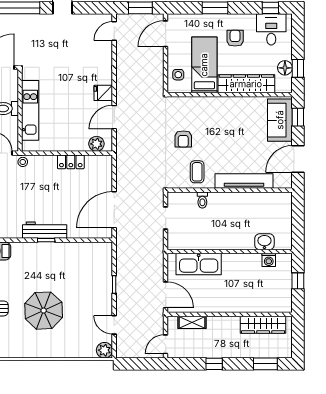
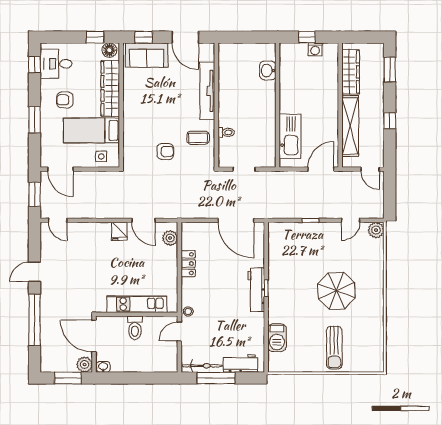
floor lamp: (285, 68) -> (109, 50), moved
washing machine: (269, 260) -> (315, 49), moved, turned 90
shelving: (192, 322) -> (350, 126), width x2.20, depth x1.33

